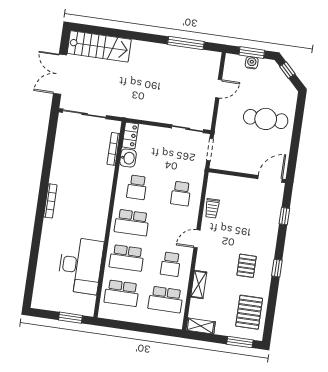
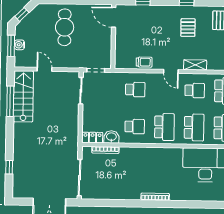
window: (108, 32) -> (9, 167), added
stairs: (99, 46) -> (23, 96), moved
pallet: (247, 266) -> (188, 28), turned 90
shelving: (199, 285) -> (195, 65), moved

